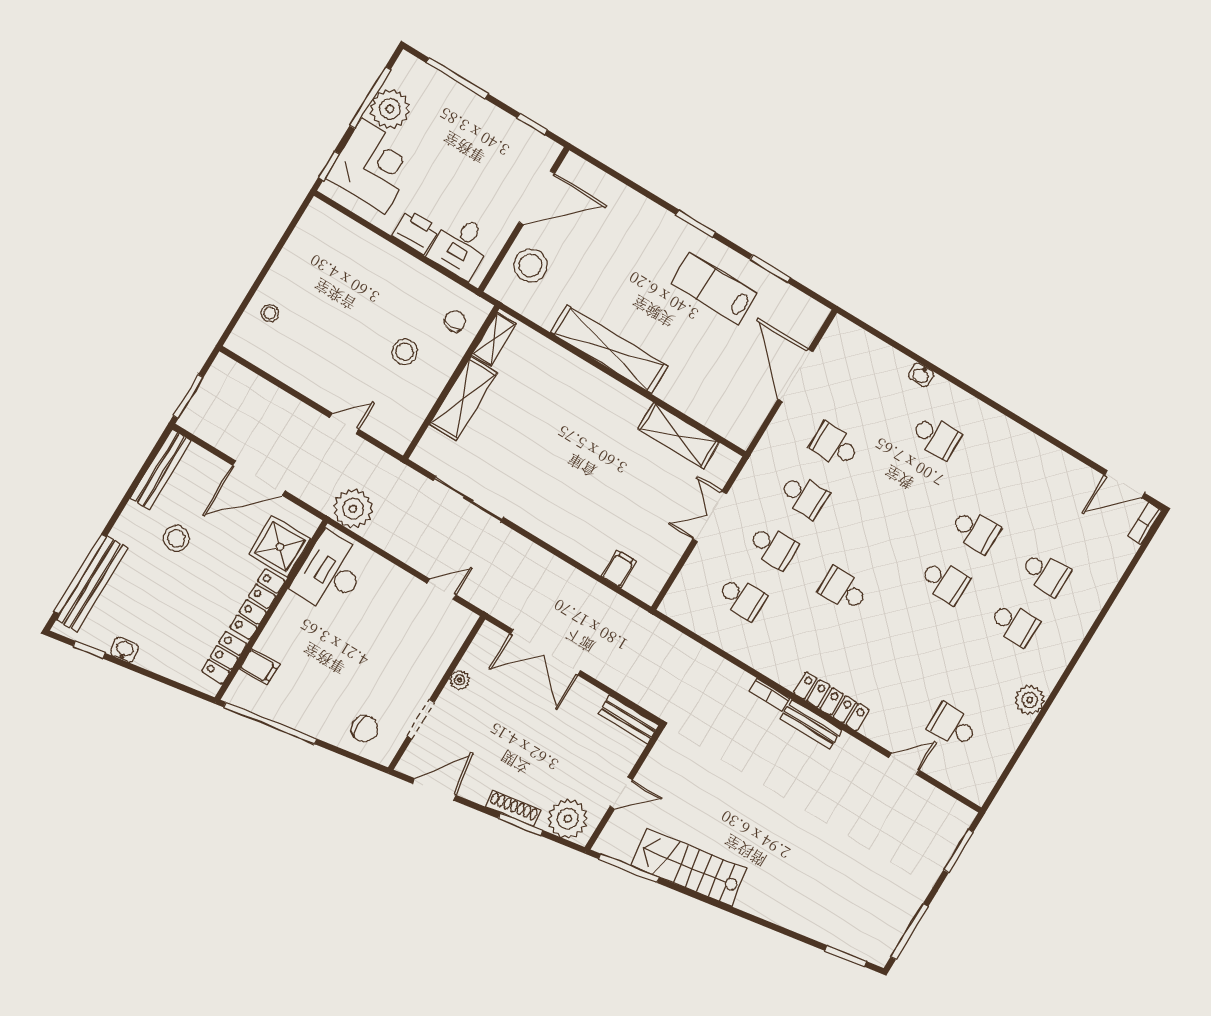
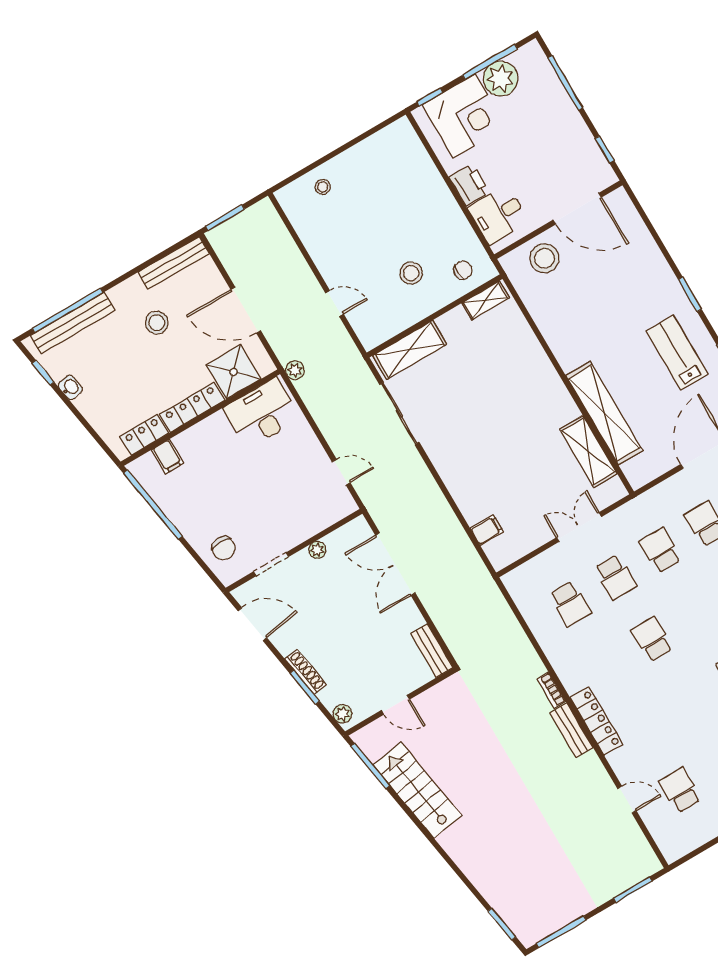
shelving: (609, 349) -> (604, 413), moved
shelving: (463, 399) -> (410, 350), moved
school desk: (804, 496) -> (660, 551), turned 180
plant: (353, 509) -> (295, 370), width x0.53, depth x0.53
plant: (568, 819) -> (343, 714), width x0.53, depth x0.53

